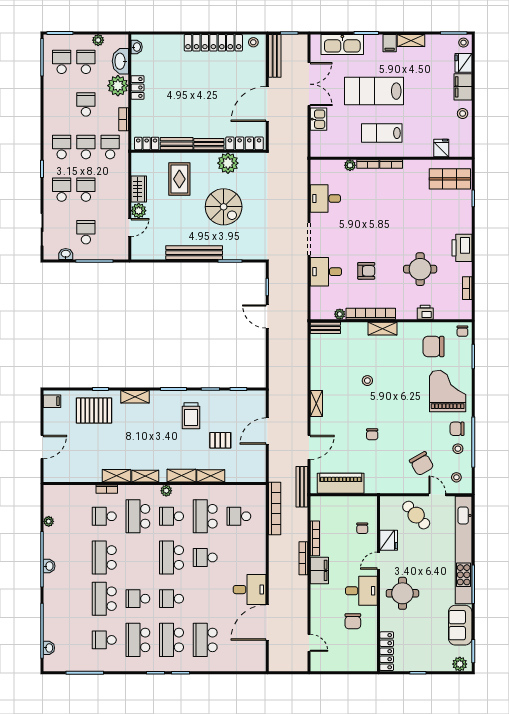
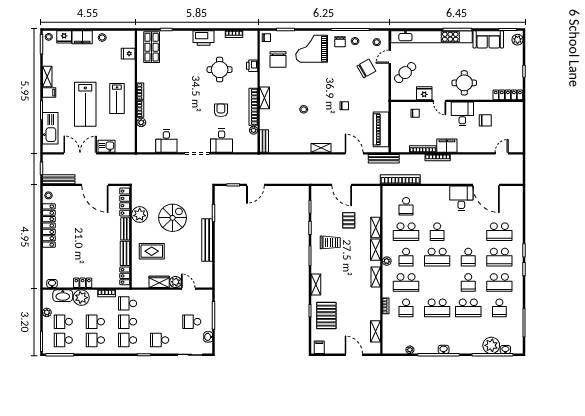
school desk: (86, 190) -> (95, 340), moved
shelving: (116, 476) -> (376, 331), moved
plant: (54, 629) -> (491, 345), added

